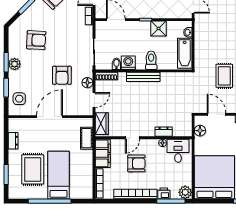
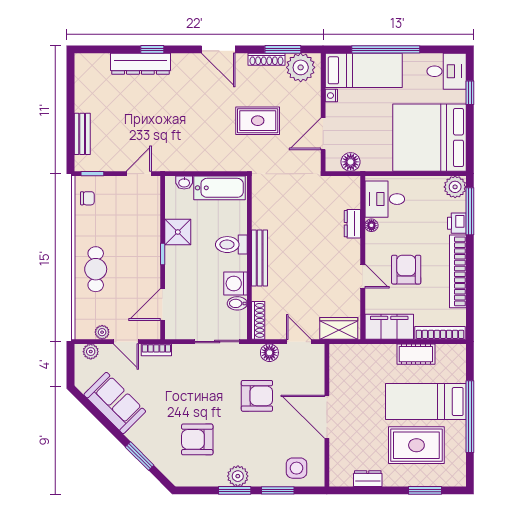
armchair: (36, 40) -> (197, 439), turned -93
cot: (87, 138) -> (416, 354), moved

